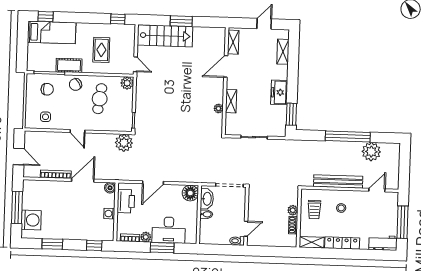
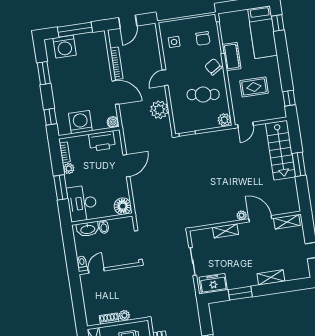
shelving: (283, 52) -> (271, 277), moved
freezer: (279, 92) -> (213, 284), moved
plant: (218, 108) -> (242, 215), moved
window: (291, 114) -> (240, 293), moved
plant: (124, 143) -> (159, 110), moved
door: (153, 183) -> (126, 166), swing flipped
washbasin: (207, 199) -> (88, 229), moved
washing machine: (109, 214) -> (80, 122), width x1.89, depth x1.89
door: (246, 229) -> (96, 271), swing flipped
desk: (169, 230) -> (82, 203), moved

